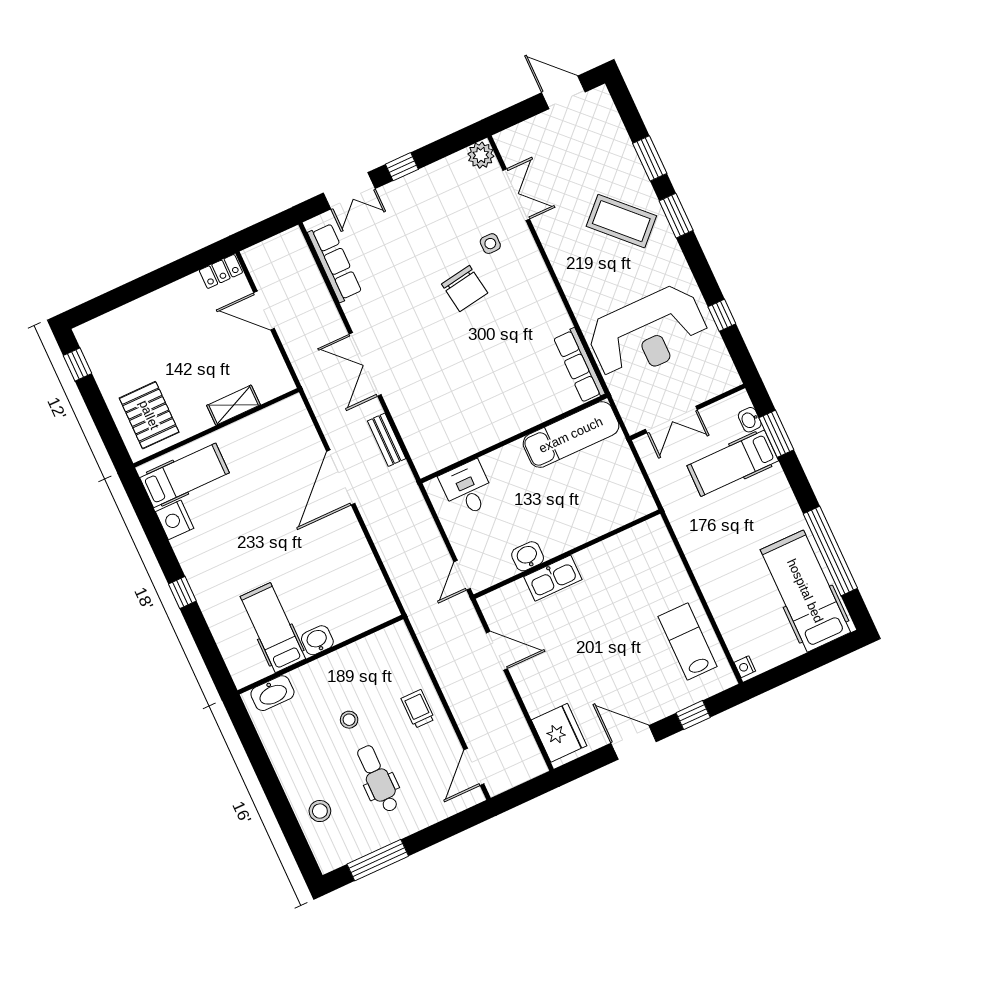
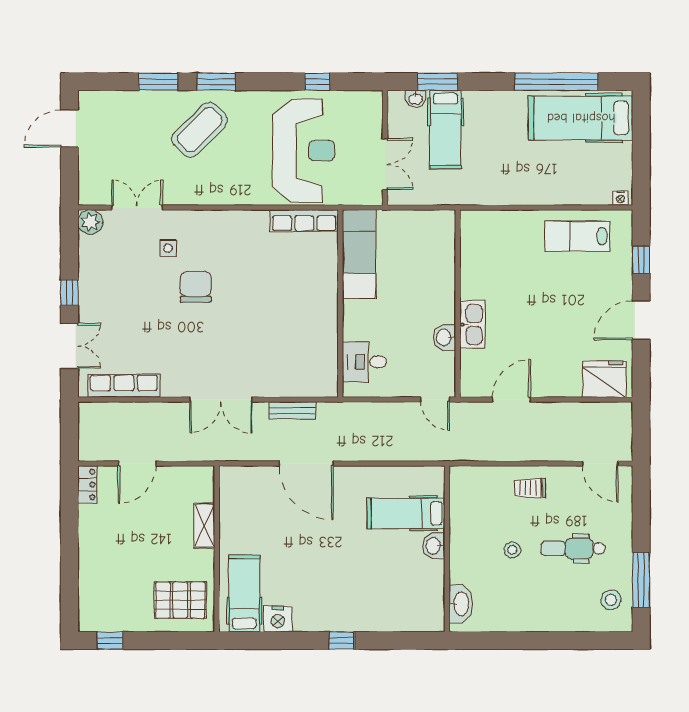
chair: (465, 288) -> (196, 287), turned -81
hospital bed: (273, 628) -> (406, 513), moved
stool: (320, 811) -> (611, 600), moved

